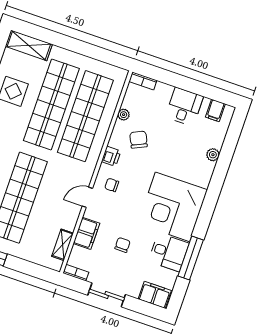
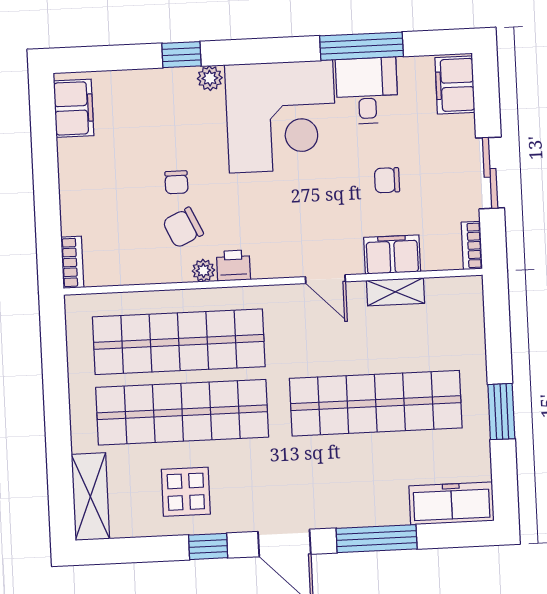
desk: (184, 107) -> (89, 168), removed
filing cabinet: (215, 110) -> (74, 108), width x2.00
plant: (124, 115) -> (203, 270), moved
plant: (213, 155) -> (210, 78), moved
window: (220, 171) -> (181, 55), added
chair: (112, 185) -> (176, 182), moved
shelving: (62, 245) -> (395, 292), moved

